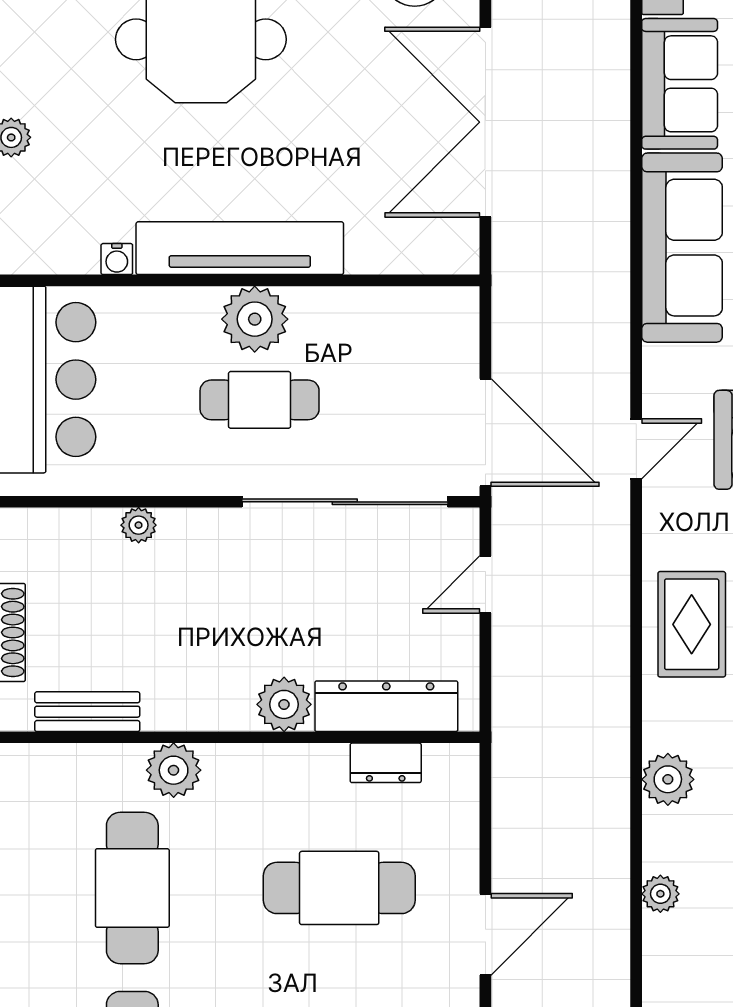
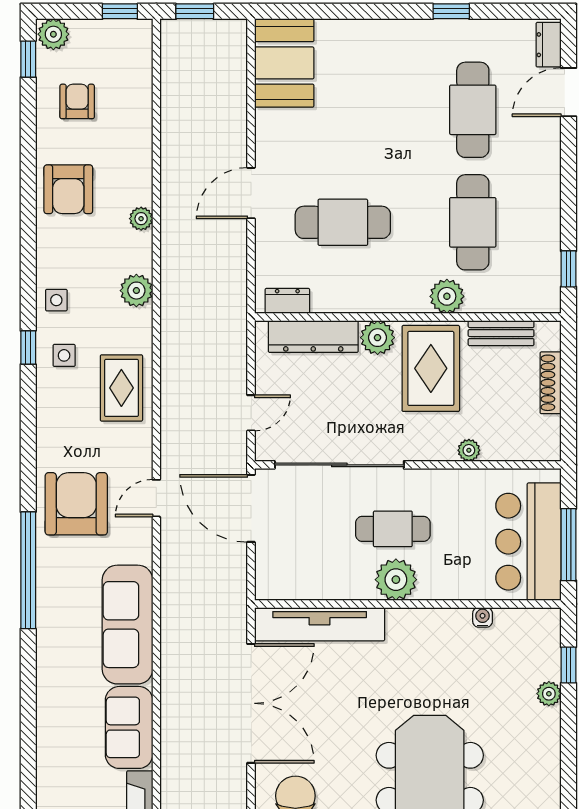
tv unit: (240, 248) -> (320, 624), moved
rug: (199, 655) -> (431, 368), added
dresser: (386, 763) -> (287, 301), moved

